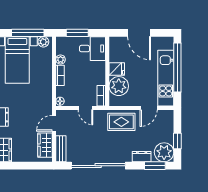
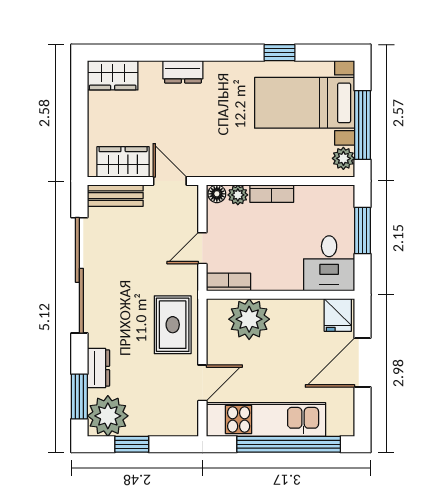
plant: (61, 60) -> (238, 195), moved
fridge: (117, 69) -> (338, 315), moved
door: (149, 108) -> (202, 383), swing flipped

